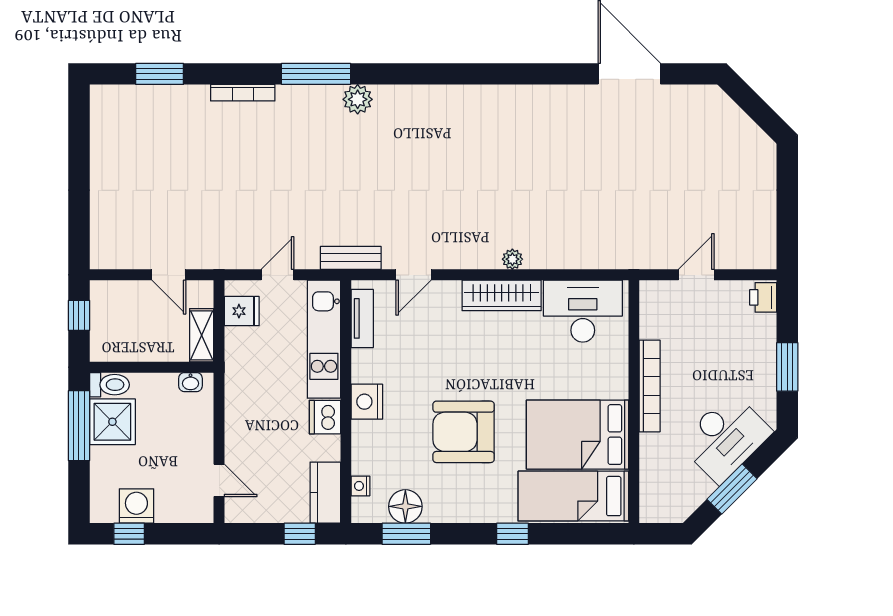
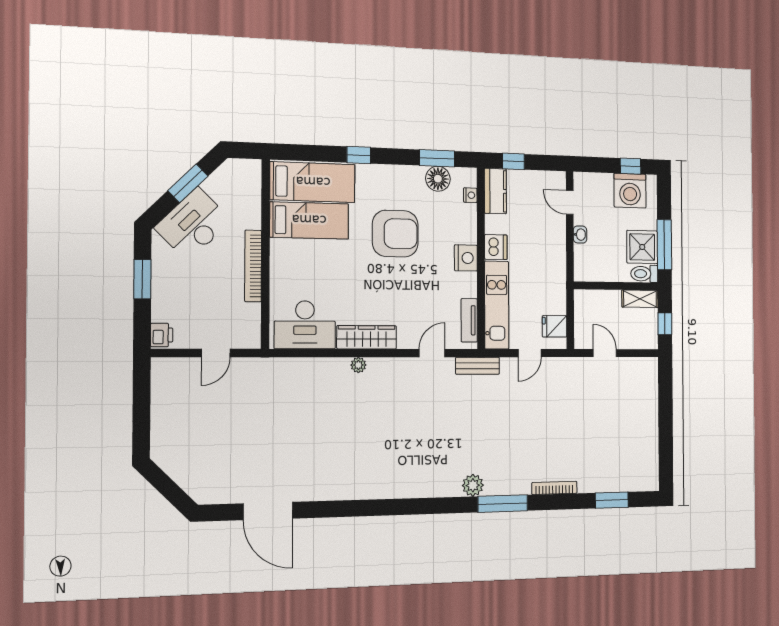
shelving: (202, 335) -> (640, 299), moved, turned 90
washbasin: (190, 382) -> (580, 235), moved, turned 90
bed: (578, 435) -> (309, 220), width x0.67
washing machine: (136, 506) -> (630, 191), width x1.37, depth x1.37

